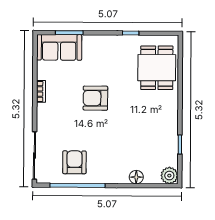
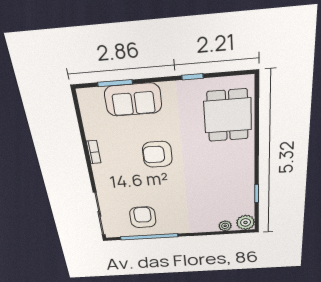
sofa: (59, 47) -> (133, 100), moved
floor lamp: (136, 177) -> (210, 226), removed
plant: (150, 178) -> (225, 226), added

